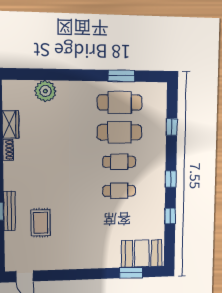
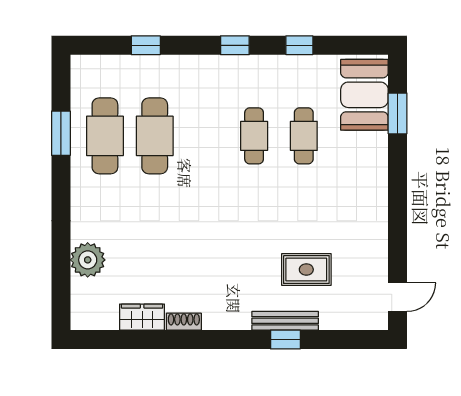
cafe table: (119, 162) -> (304, 136), moved

